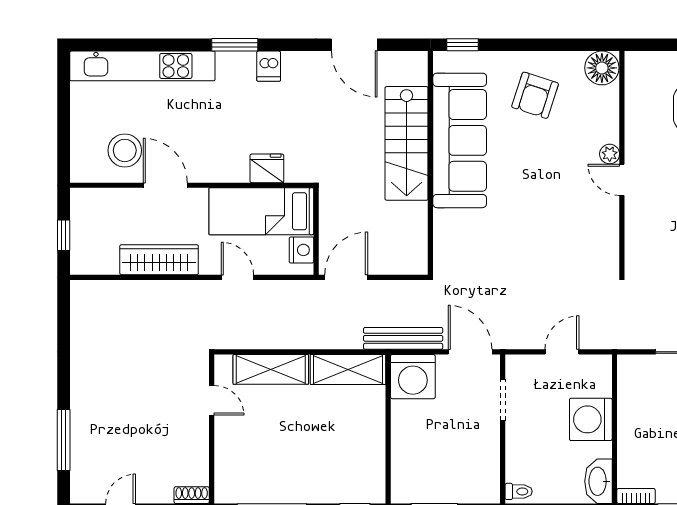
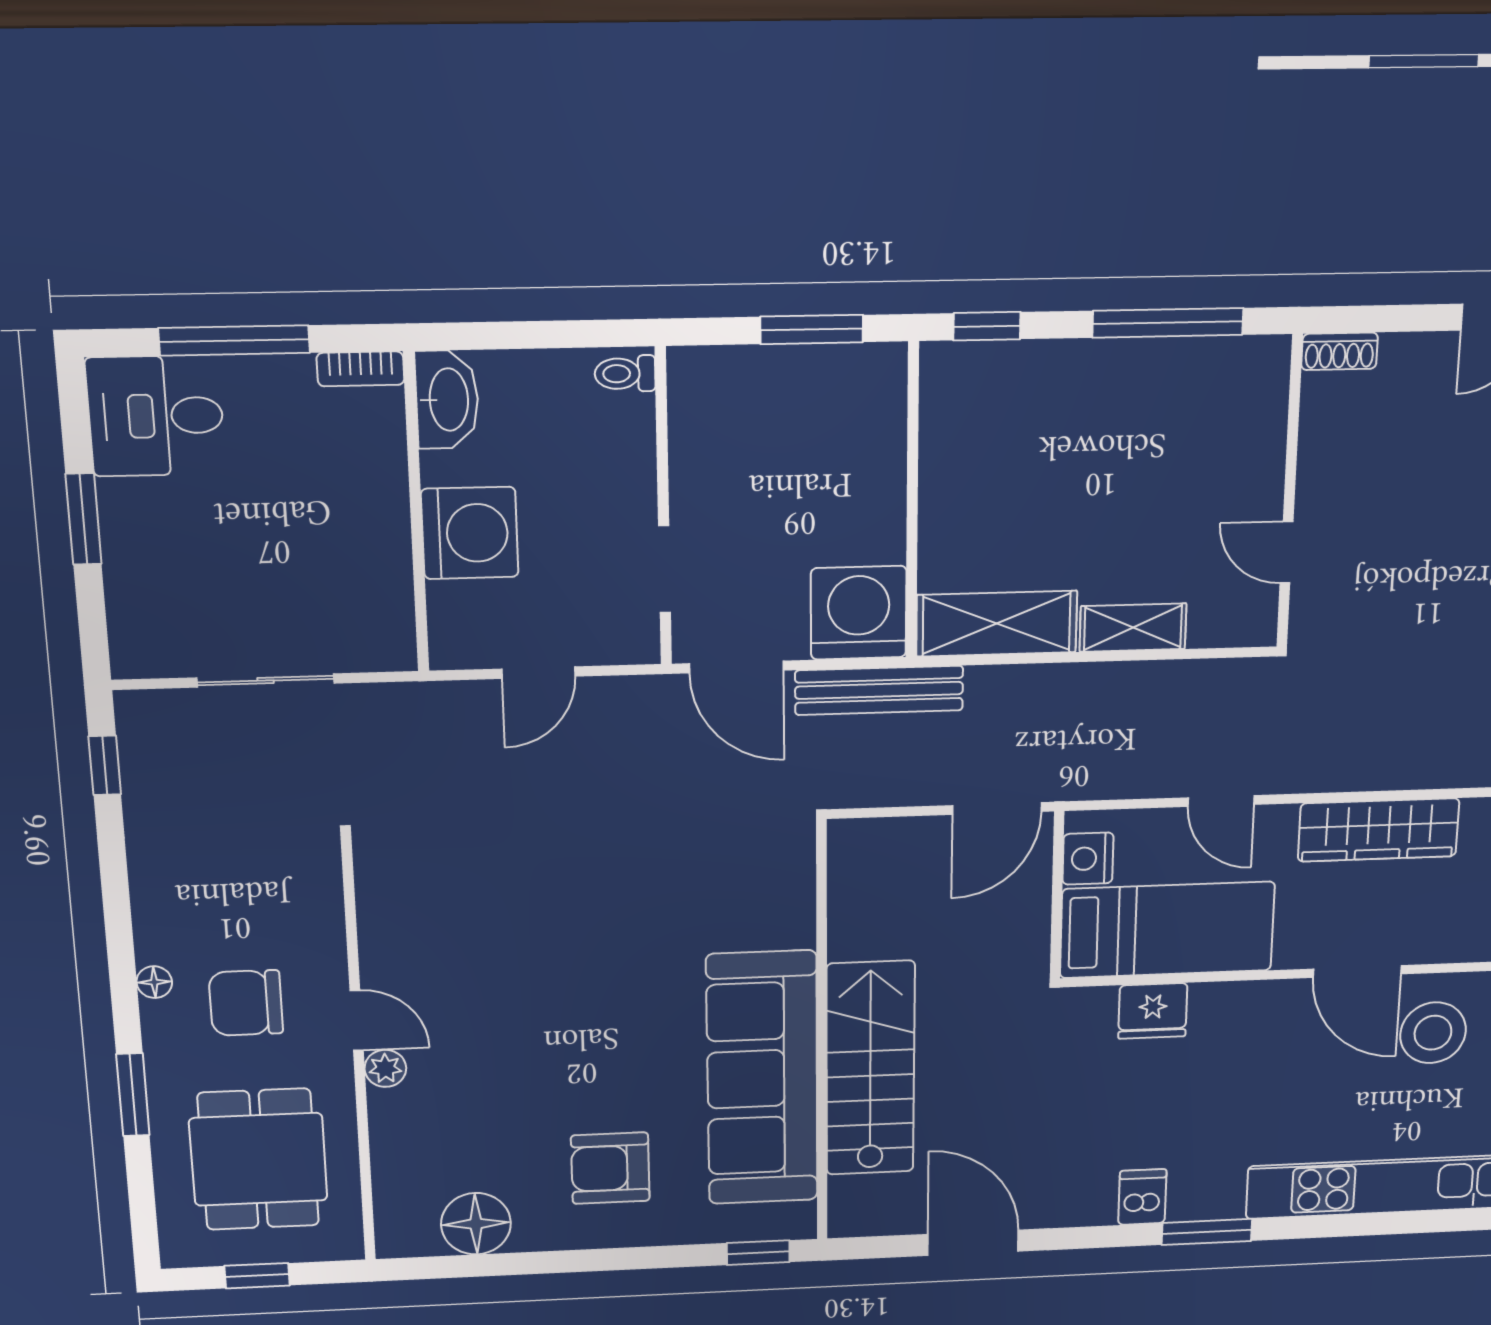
armchair: (535, 95) -> (610, 1168), turned -108
plant: (610, 154) -> (385, 1068), moved
wall: (622, 163) -> (359, 1053), moved
door: (622, 180) -> (357, 1020), moved
shelving: (271, 369) -> (1133, 628), width x0.67, depth x0.75

